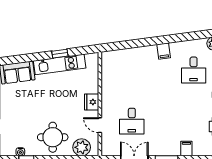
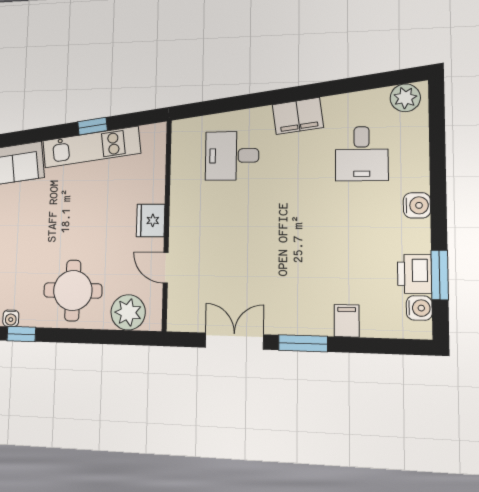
filing cabinet: (164, 51) -> (298, 116), width x2.00
desk: (132, 121) -> (232, 156), moved, turned 90

